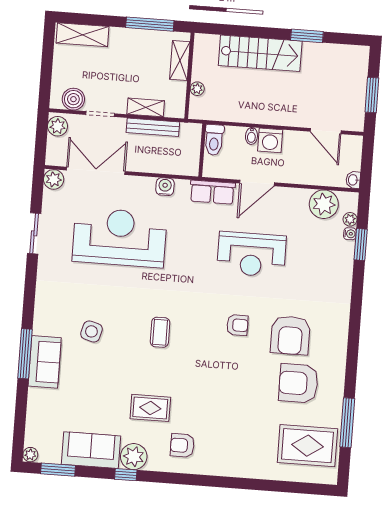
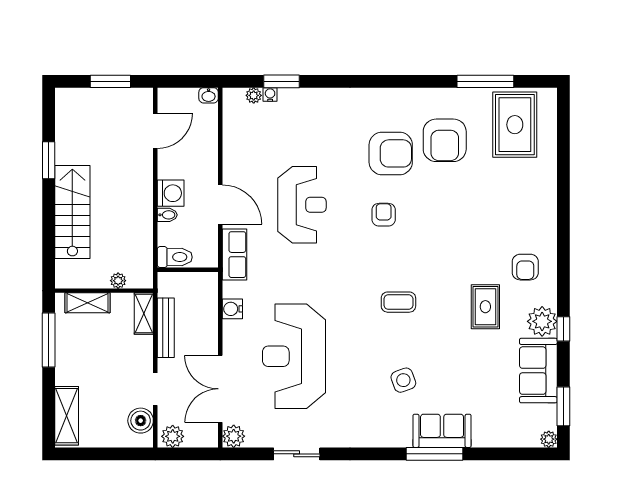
shelving: (146, 107) -> (144, 314), moved
plant: (324, 204) -> (239, 127), removed
side table: (91, 331) -> (403, 380), turned -35

